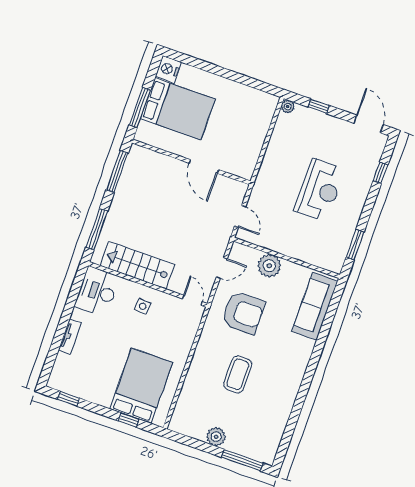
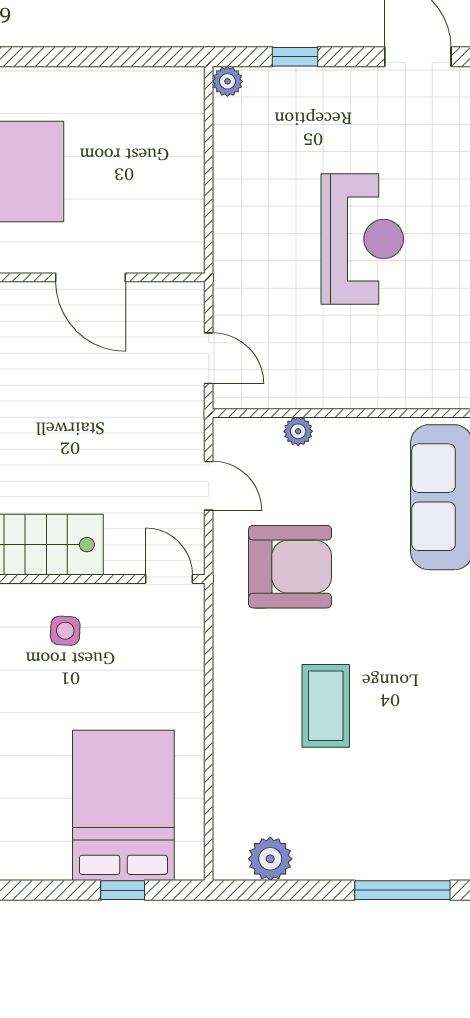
plant: (269, 266) -> (298, 431), width x0.53, depth x0.53
door: (222, 268) -> (209, 486), hinge flipped
plant: (216, 437) -> (270, 859), moved

